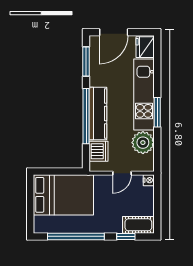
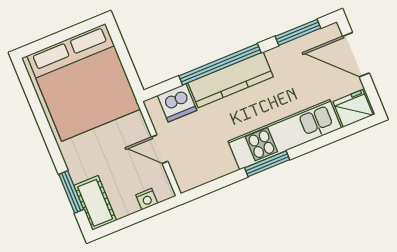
plant: (143, 143) -> (215, 161), removed
nightstand: (149, 180) -> (147, 199), moved
bed: (63, 195) -> (84, 82), width x1.36
window: (76, 236) -> (42, 120), removed
window: (126, 236) -> (71, 192), width x1.50

